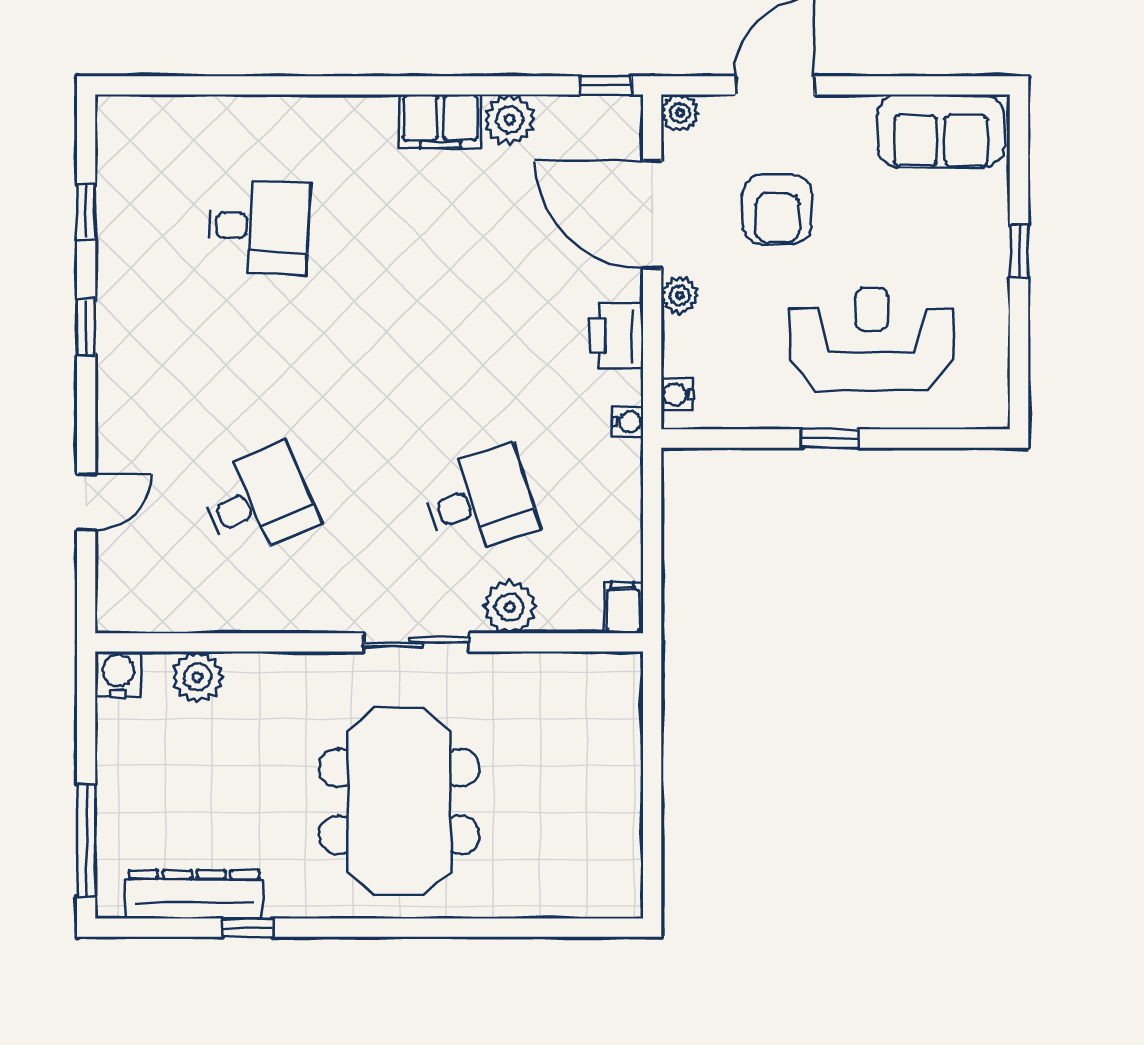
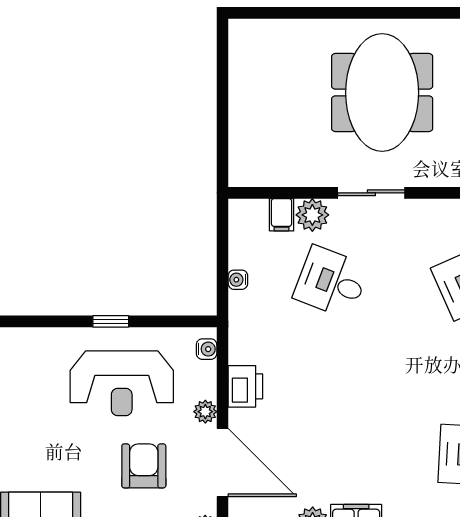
reception desk: (872, 339) -> (122, 383), moved
water cooler: (628, 422) -> (238, 280), moved
desk: (480, 501) -> (331, 282), turned 39
filing cabinet: (623, 608) -> (282, 215), moved

